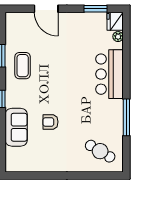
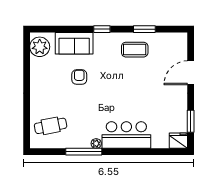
plant: (118, 37) -> (96, 144), moved
cafe table: (100, 151) -> (51, 126), turned 48
plant: (20, 162) -> (40, 47), added

